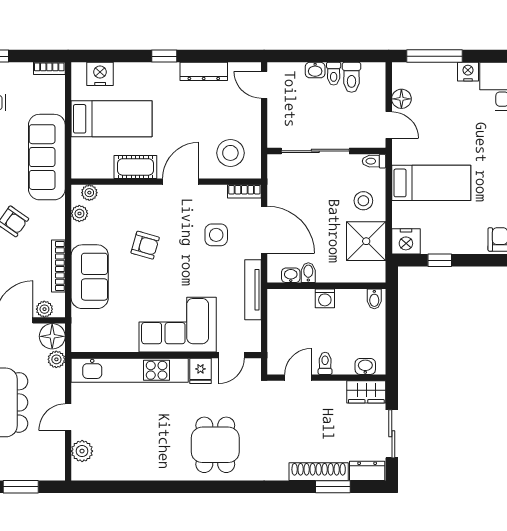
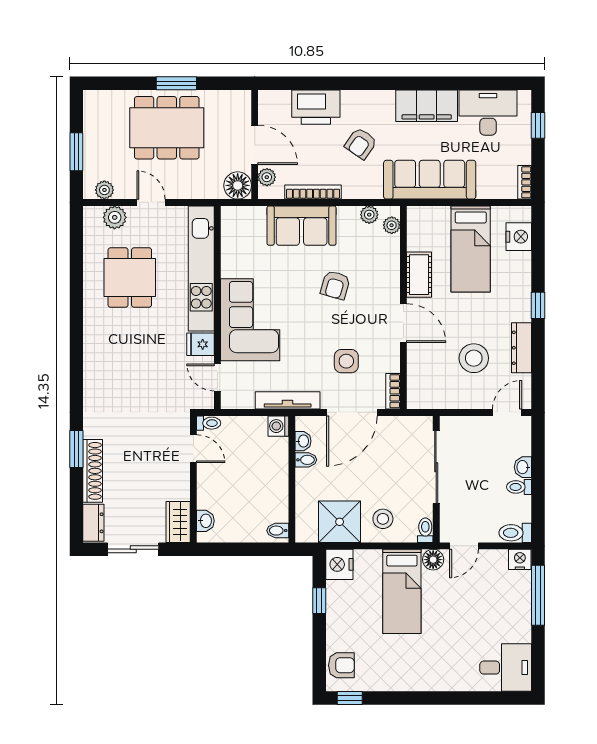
nightstand: (468, 72) -> (520, 559), moved, turned -90
toilet: (352, 77) -> (515, 533), moved
floor lamp: (401, 99) -> (433, 560), moved
stool: (230, 153) -> (474, 358), moved
washing machine: (325, 298) -> (278, 426), moved
plant: (56, 359) -> (104, 190), moved
toilet: (325, 363) -> (209, 423), moved
dining table: (215, 445) -> (130, 277), moved, turned 90
window: (333, 487) -> (76, 449), moved

